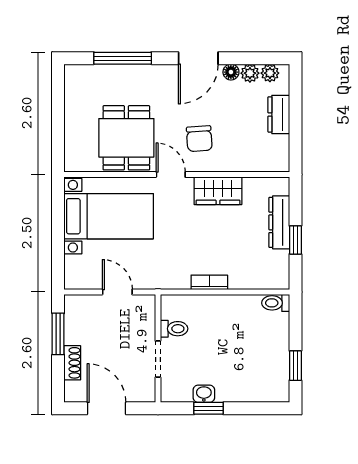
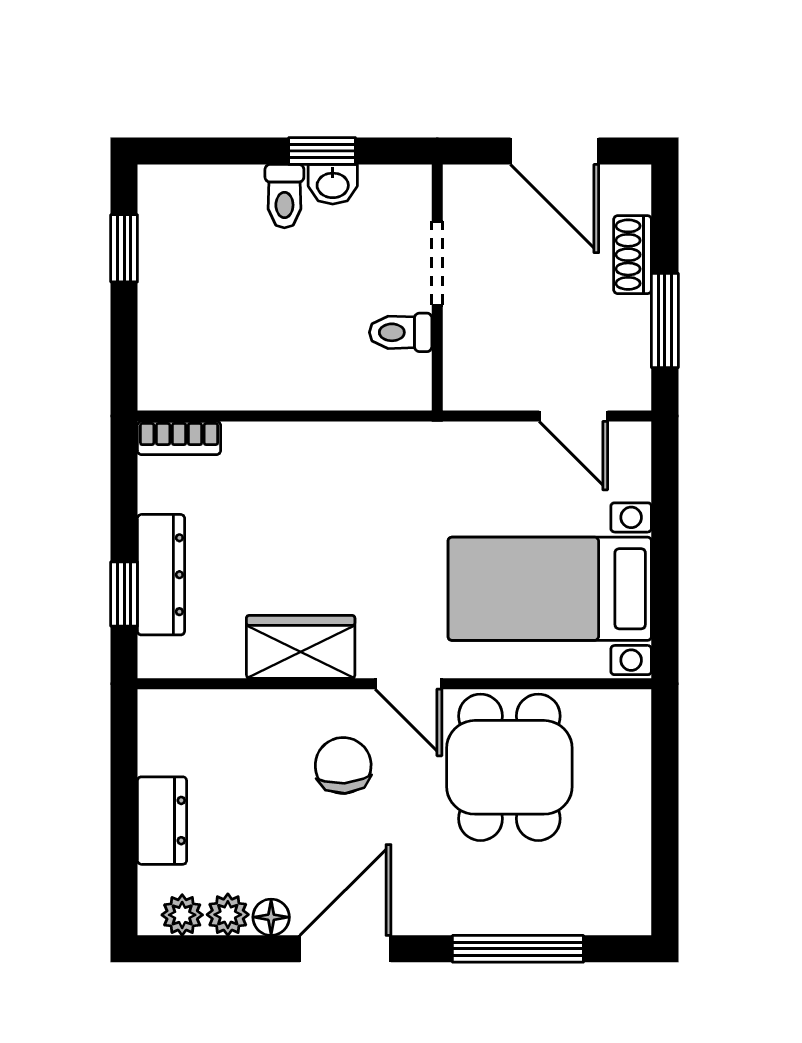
window: (295, 240) -> (124, 594), moved
bookcase: (209, 282) -> (179, 438), moved
door: (117, 292) -> (573, 416), moved
toilet: (276, 303) -> (284, 196), moved, turned 90

